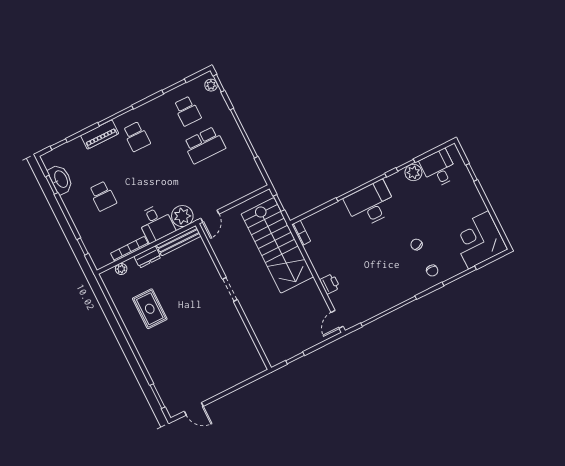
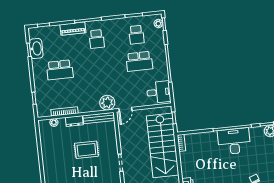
school desk: (103, 196) -> (60, 70), width x1.85
desk: (156, 223) -> (159, 92), moved, turned -90
rug: (150, 309) -> (86, 150), moved, turned 90

